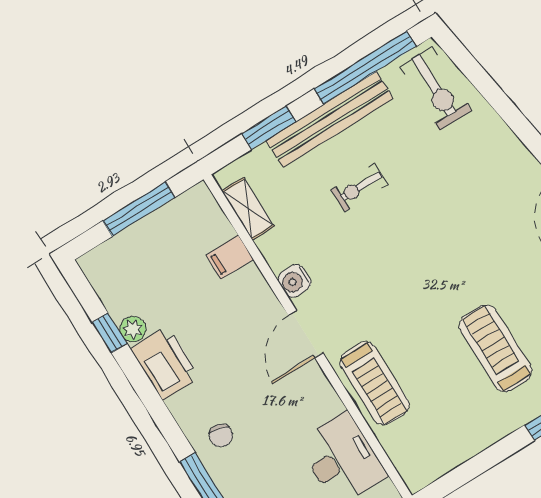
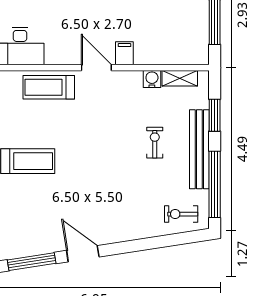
exercise bike: (436, 89) -> (181, 214), width x0.73, depth x0.72
filing cabinet: (230, 257) -> (124, 53), moved
water cooler: (294, 281) -> (152, 79), moved

